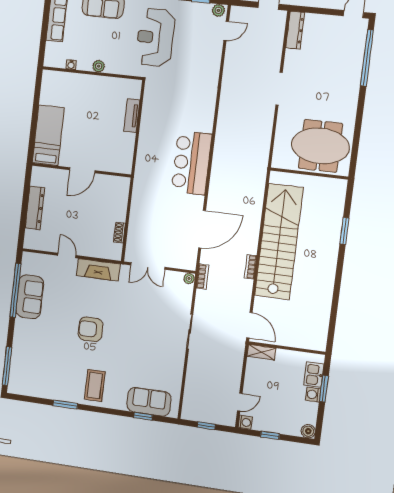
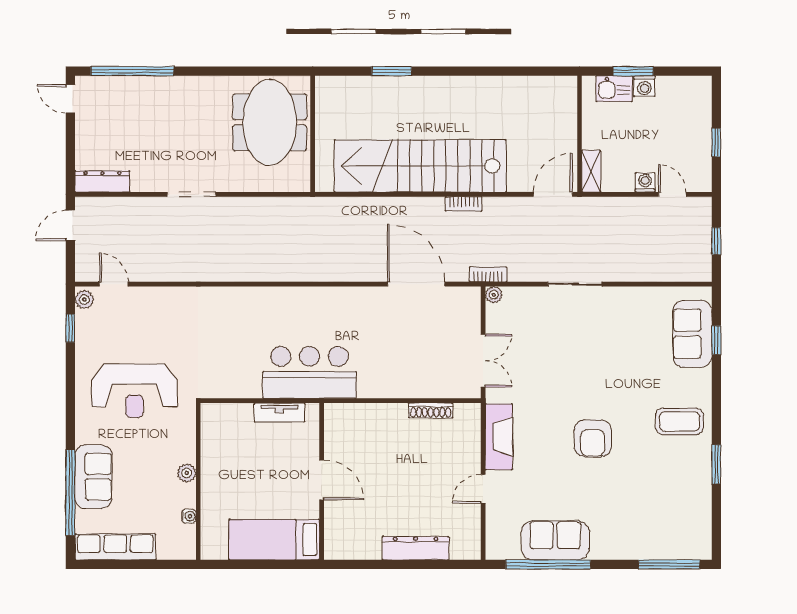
tv unit: (132, 116) -> (279, 413), moved
bed: (48, 135) -> (274, 540), moved
bar counter: (192, 163) -> (310, 372), moved, turned 180
wall: (81, 170) -> (322, 481), moved
door: (82, 170) -> (322, 480), moved
shoe rack: (119, 233) -> (431, 411), width x1.43
washing machine: (245, 422) -> (645, 182), moved
boiler: (308, 431) -> (701, 86), removed

